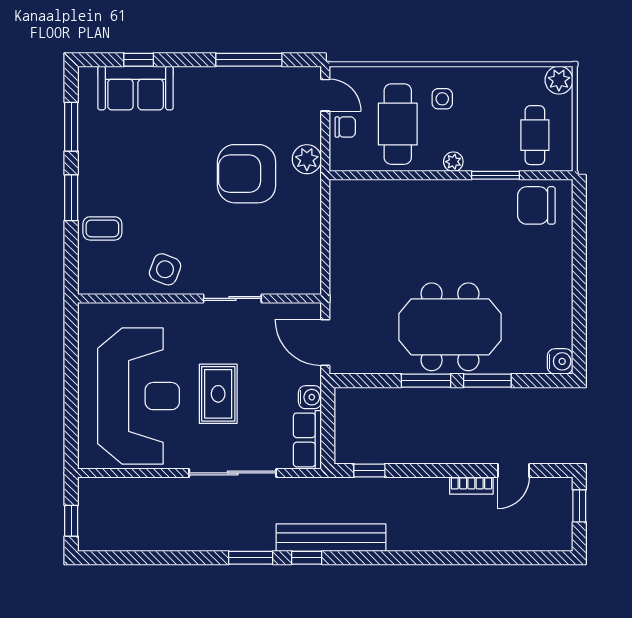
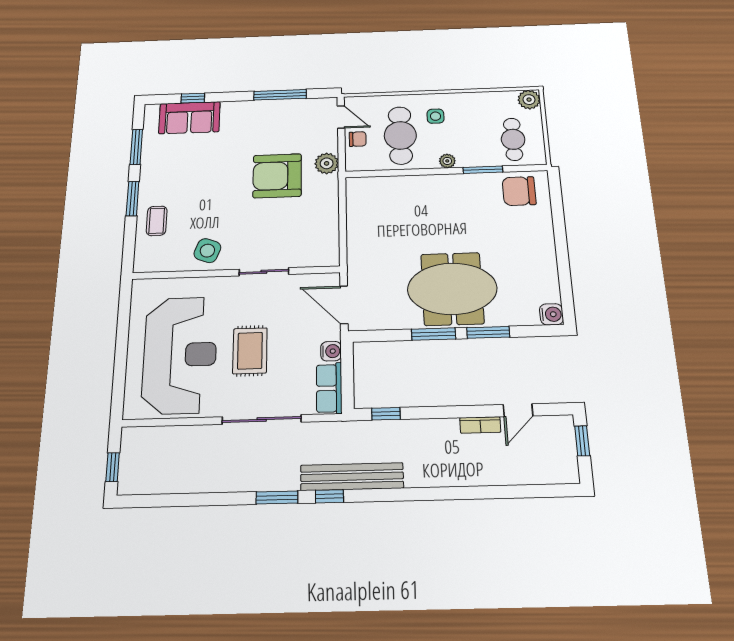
coffee table: (102, 228) -> (157, 221), turned 90

